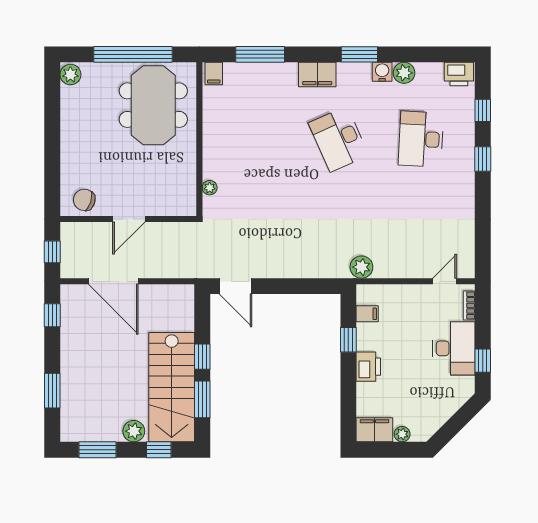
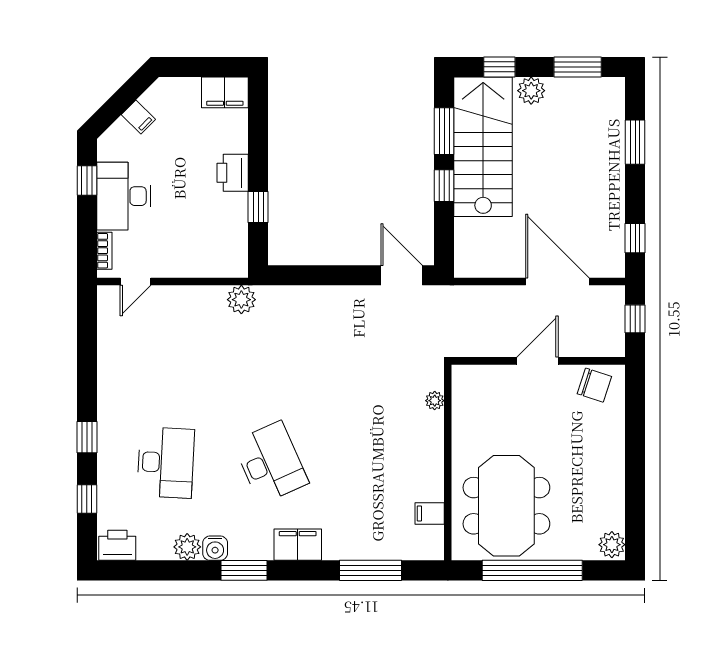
filing cabinet: (214, 74) -> (430, 513), moved, turned -90
filing cabinet: (367, 314) -> (138, 117), moved, turned -135
plant: (402, 434) -> (190, 87), removed

